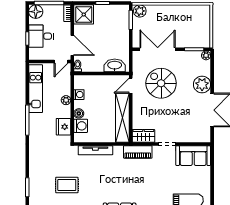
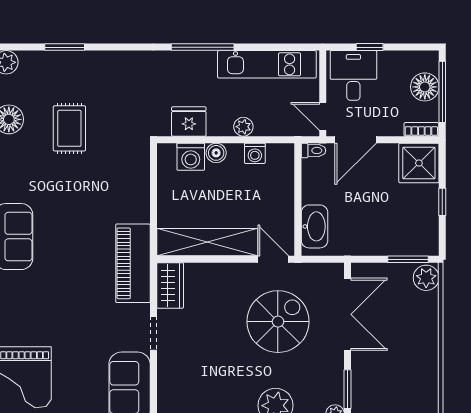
floor lamp: (36, 12) -> (425, 87), moved
desk: (41, 36) -> (353, 75), moved
tv unit: (95, 150) -> (141, 187), removed
piano: (138, 152) -> (133, 263), width x1.37, depth x1.33

